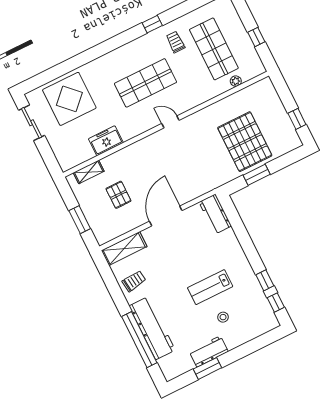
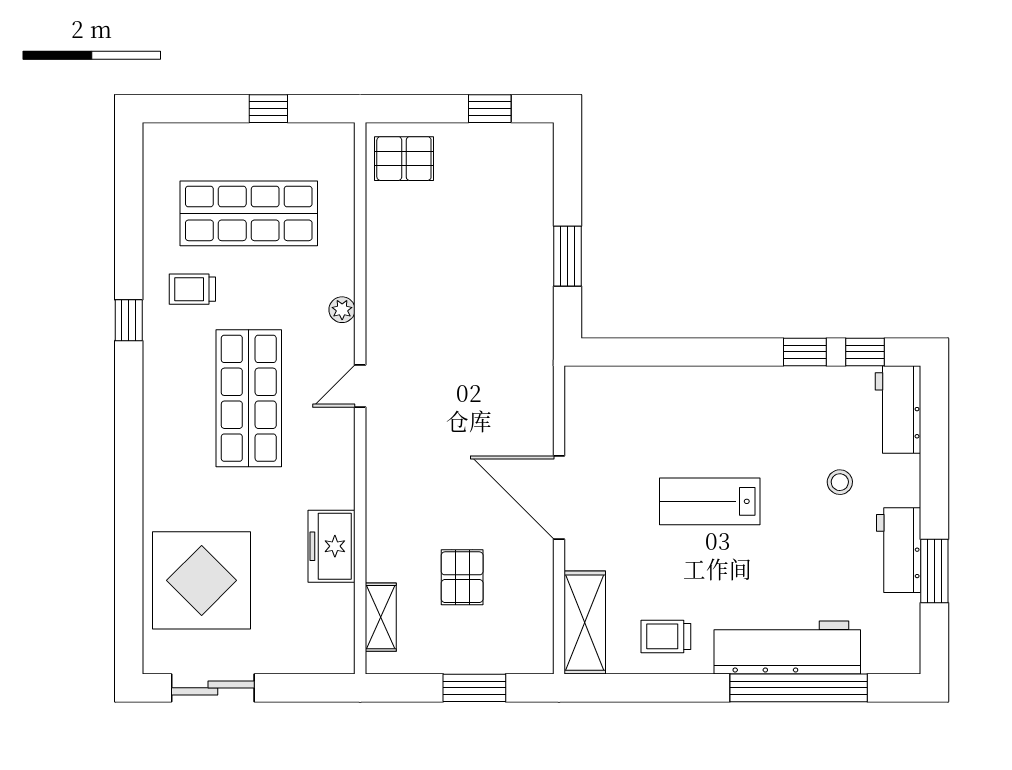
plant: (236, 81) -> (342, 310), moved
pallet: (245, 142) -> (404, 159), moved, width x0.49, depth x0.50
pallet: (118, 195) -> (462, 577), turned 90
workbench: (215, 214) -> (898, 410), moved, turned 90
trolley: (134, 281) -> (666, 636), turned -83
lab bench: (210, 287) -> (710, 501), moved, turned 90

